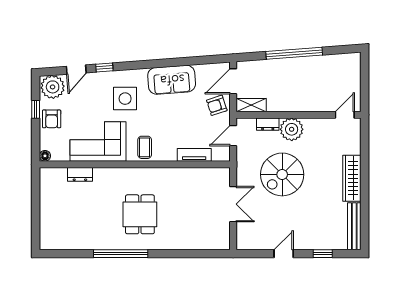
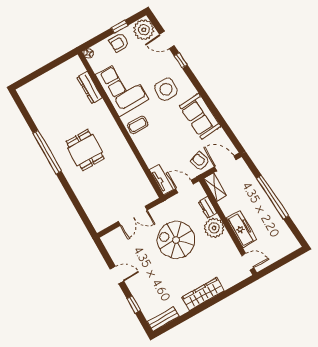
freezer: (308, 103) -> (241, 229), added
tv unit: (194, 155) -> (161, 180), moved
dresser: (80, 174) -> (90, 88), width x1.44
dining table: (140, 214) -> (85, 150), turned 90
bench: (354, 226) -> (163, 319), width x0.73

